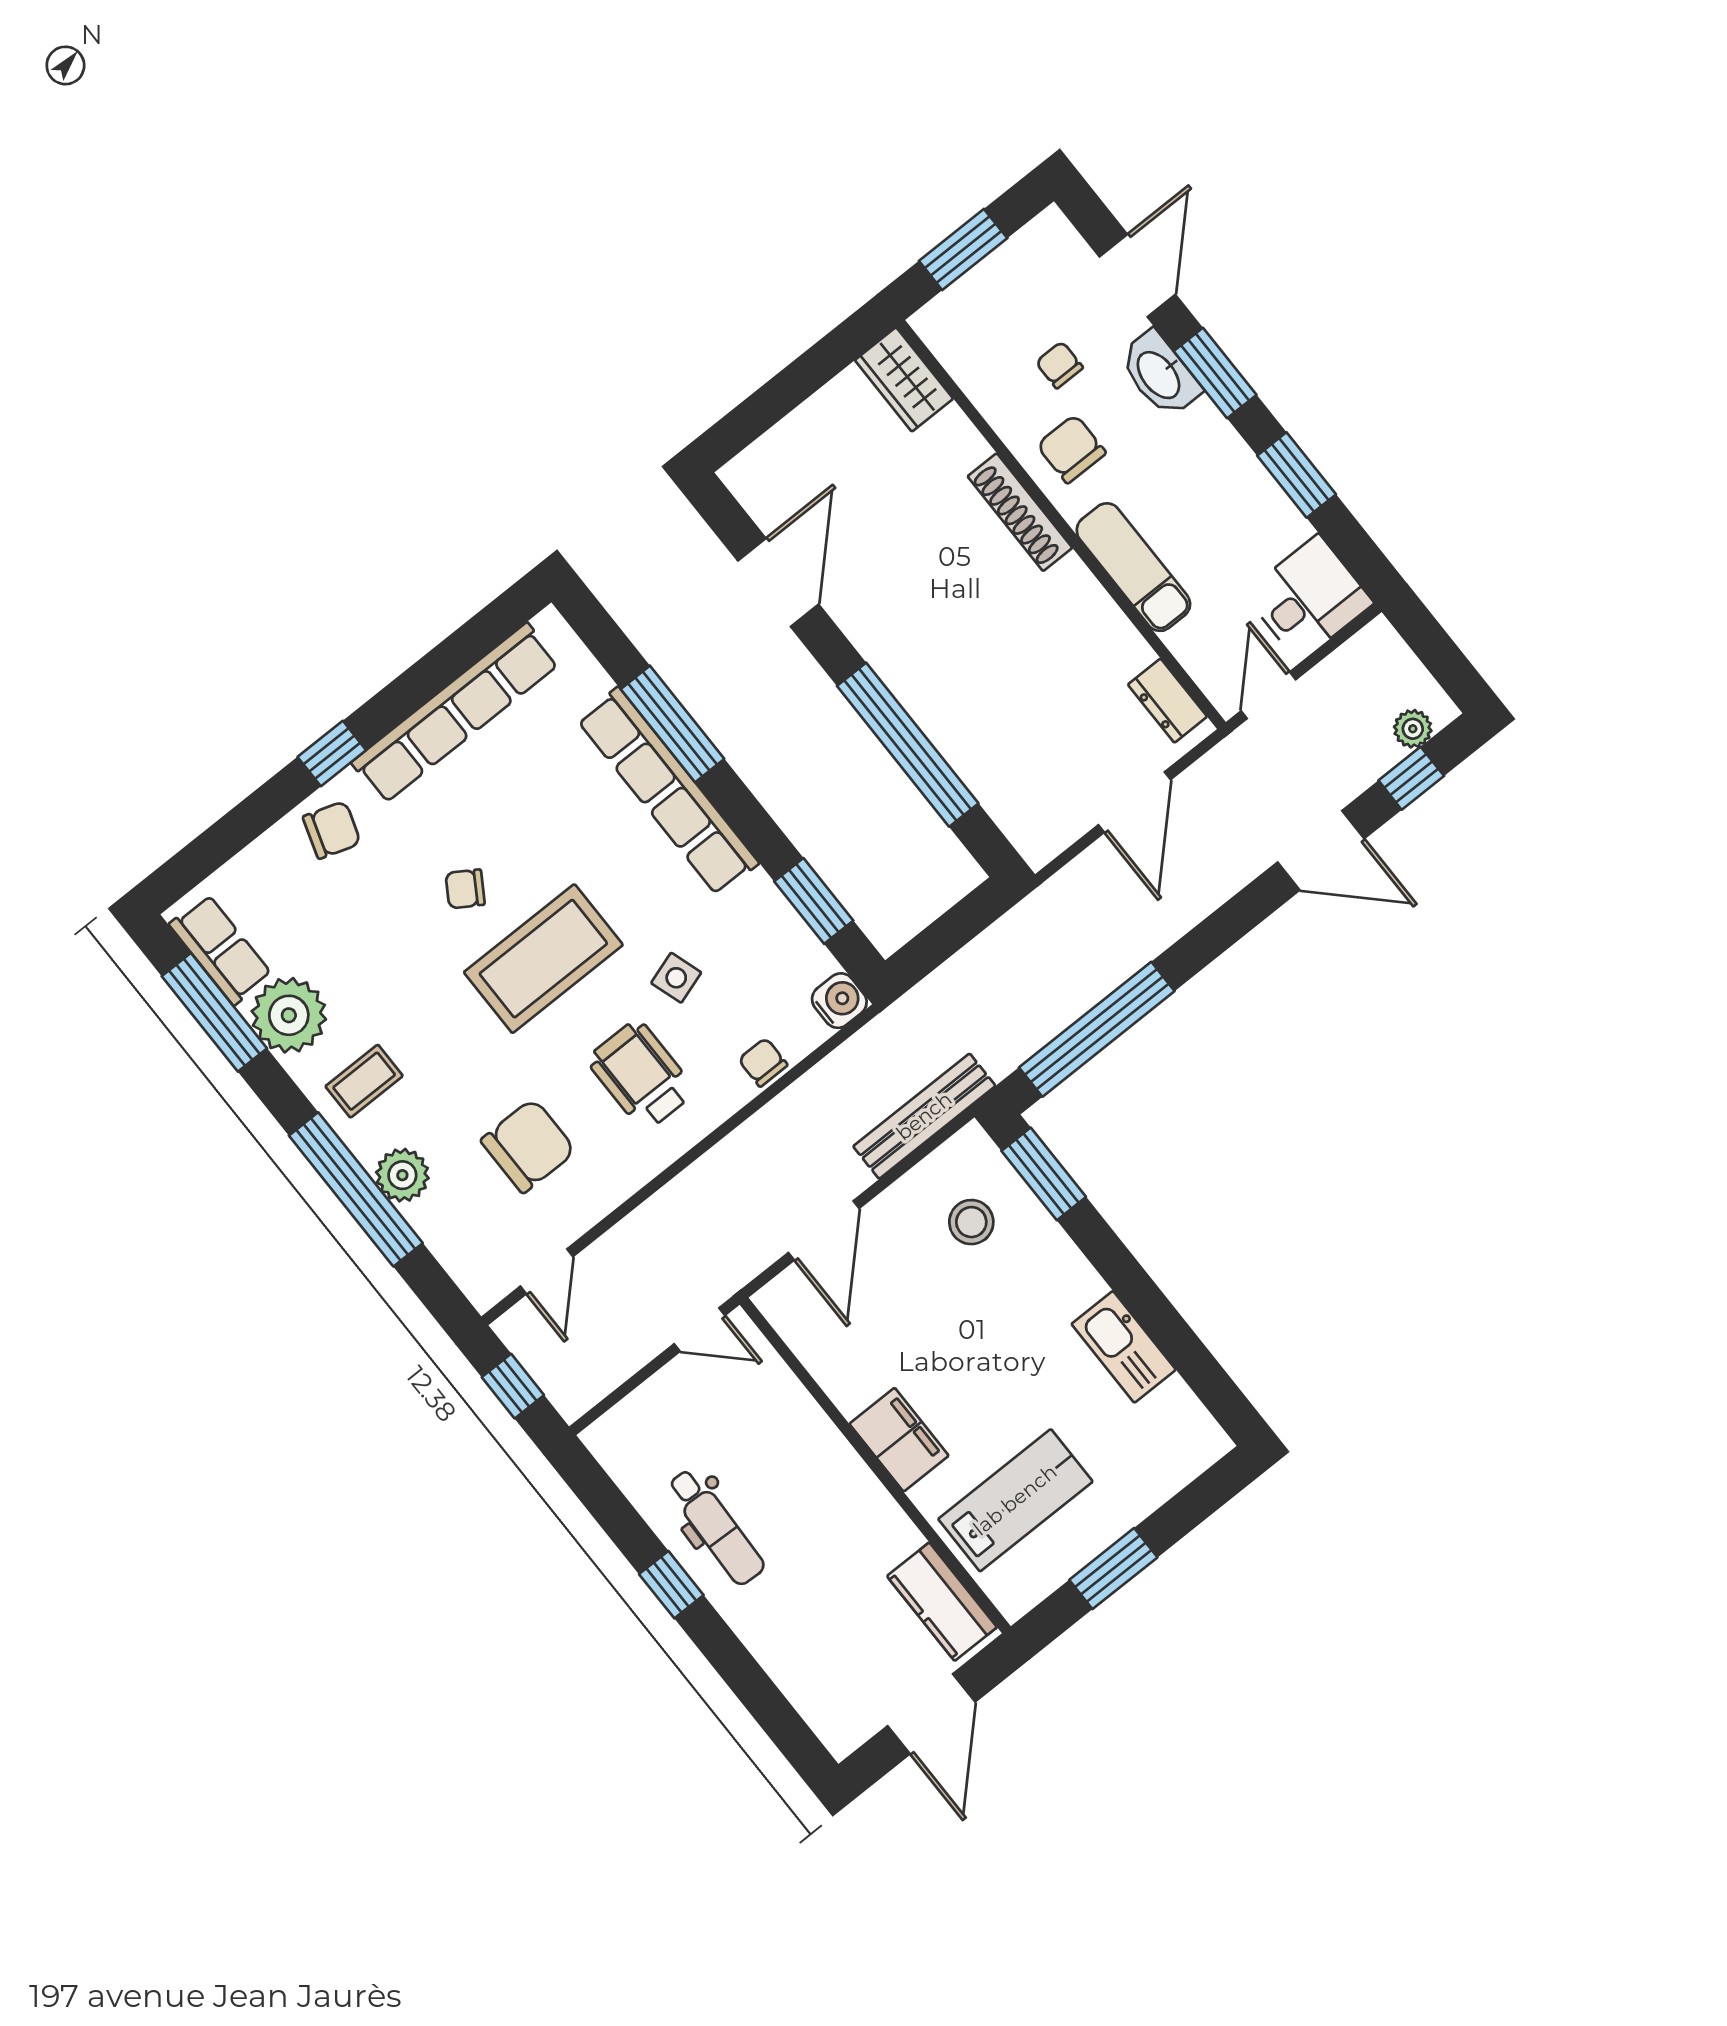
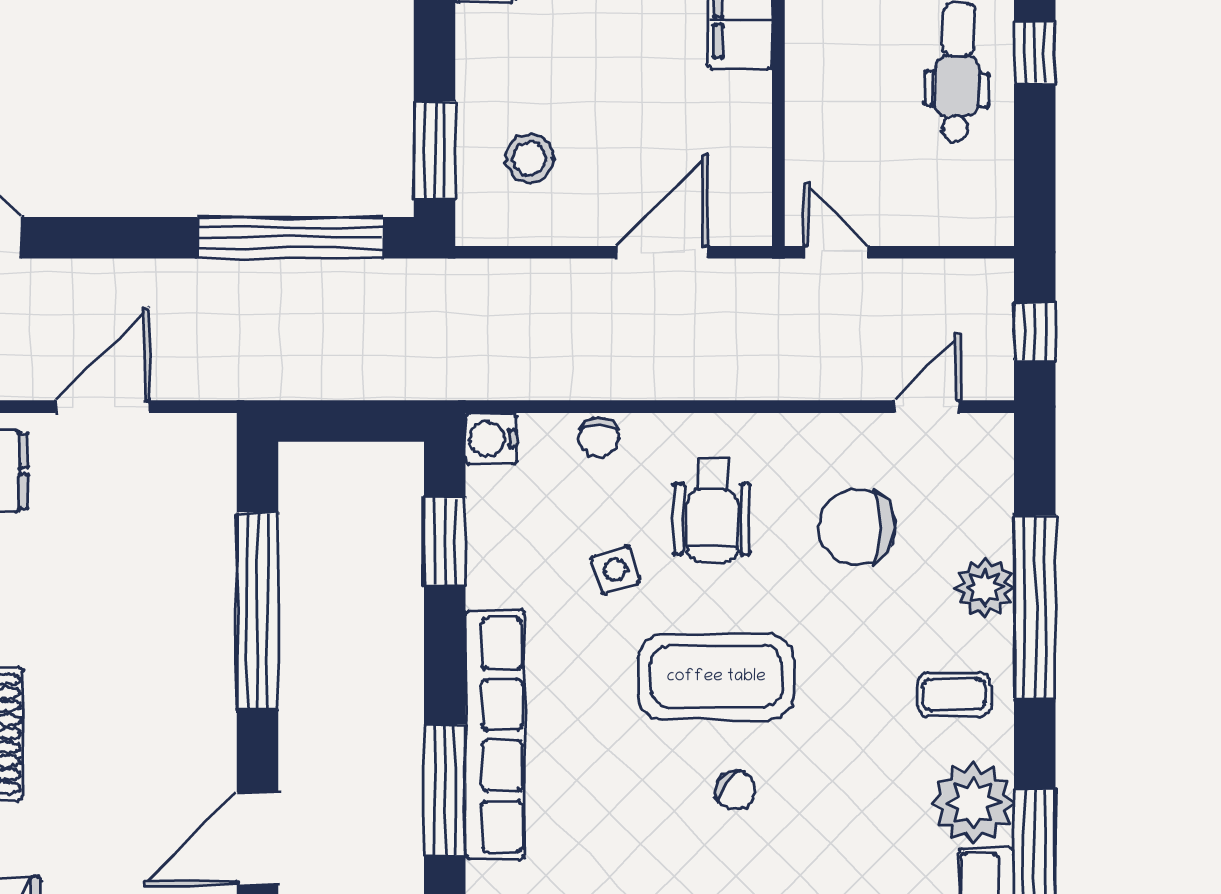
bench: (924, 1116) -> (497, 281), removed

